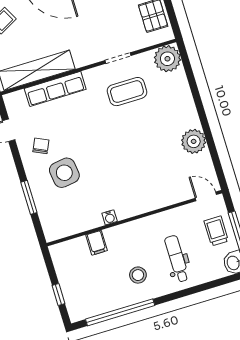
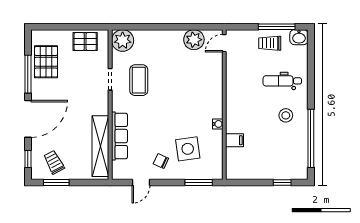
door: (206, 196) -> (224, 43), moved
water cooler: (110, 217) -> (218, 124), moved
wall: (134, 218) -> (224, 105), moved
filing cabinet: (97, 243) -> (235, 140), moved

